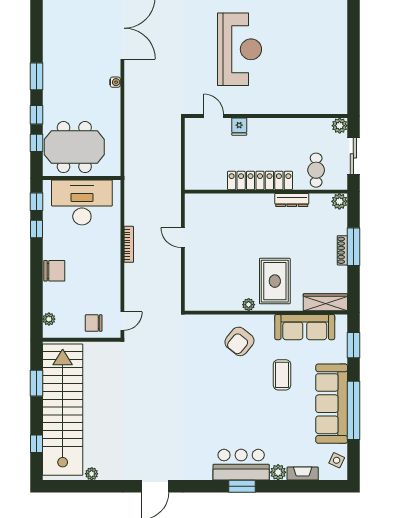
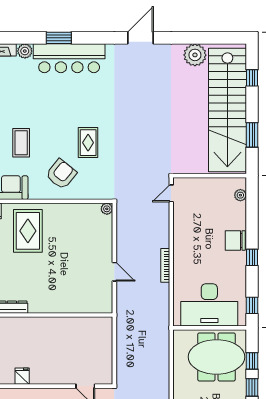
fridge: (239, 127) -> (22, 376), moved
locker: (260, 180) -> (42, 326), removed
window: (36, 229) -> (252, 257), moved
plant: (249, 305) -> (107, 209), moved
chair: (94, 323) -> (198, 191), removed
rug: (211, 375) -> (88, 143), added
bar counter: (241, 465) -> (69, 58), width x1.36
plant: (92, 474) -> (195, 55), width x1.87, depth x1.87

